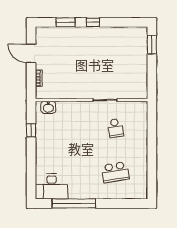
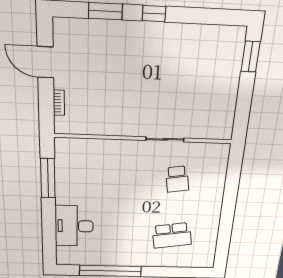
washbasin: (48, 107) -> (75, 147), removed
window: (31, 130) -> (48, 178), width x2.17
desk: (52, 186) -> (74, 226), moved, turned 90

